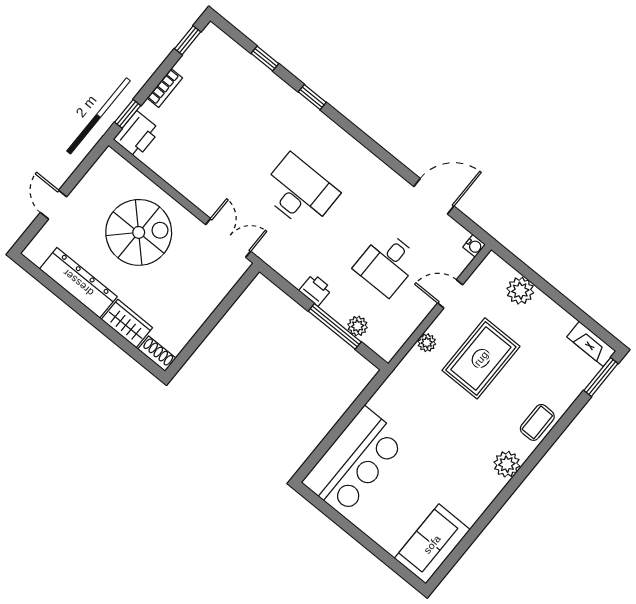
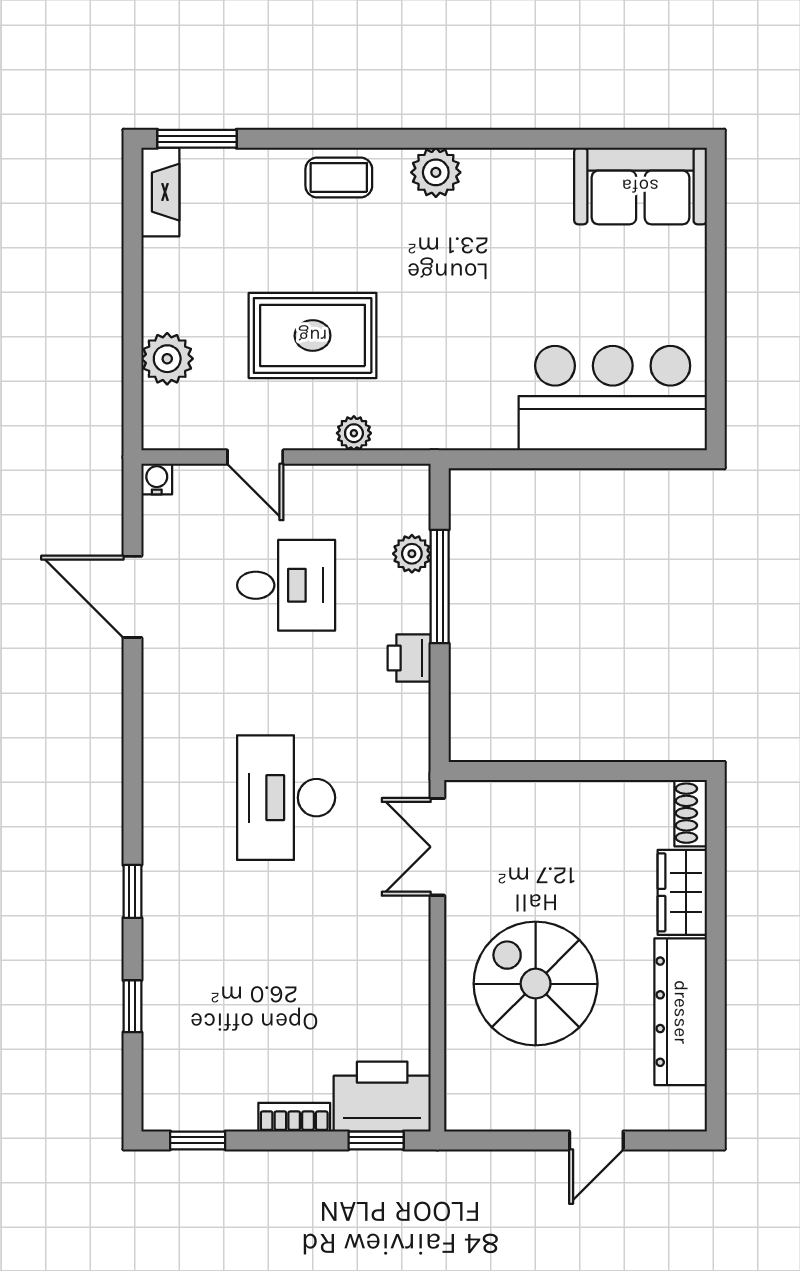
printer: (137, 135) -> (382, 1097), width x1.37, depth x1.19

